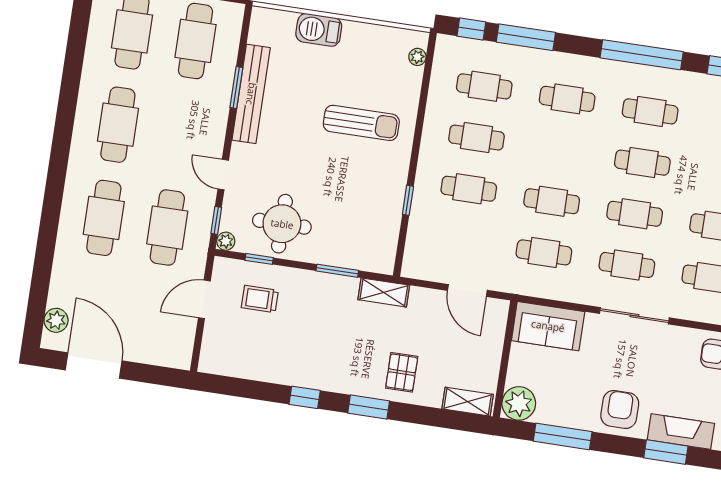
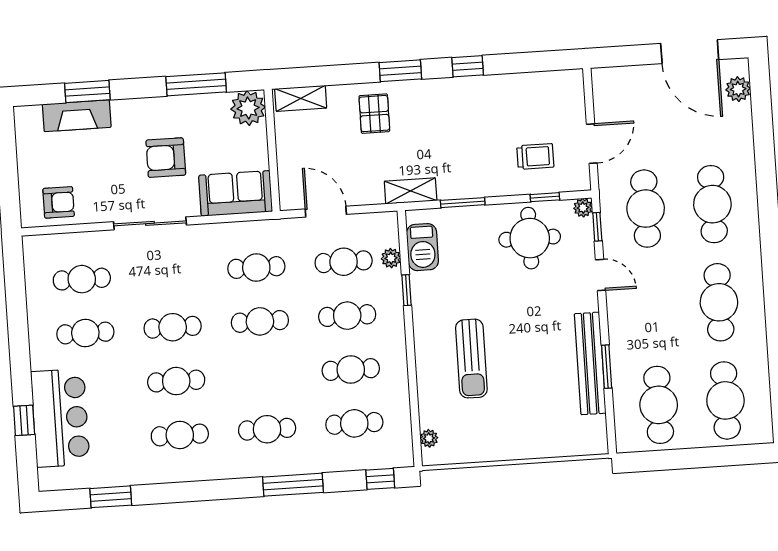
barbecue: (319, 30) -> (422, 247), moved, turned 90
window: (526, 37) -> (293, 485), moved
window: (642, 55) -> (201, 491), removed
sun lounger: (361, 123) -> (471, 359), turned -90
plant: (416, 234) -> (391, 258), added
cafe table: (627, 265) -> (344, 262), moved
armchair: (620, 409) -> (166, 158), moved, turned 90

